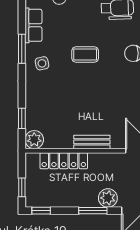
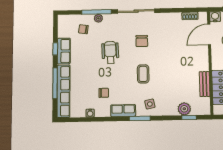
plant: (34, 140) -> (184, 109), moved
bench: (92, 142) -> (205, 84), moved

